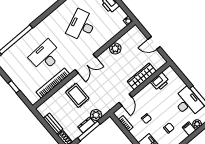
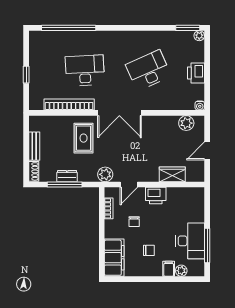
door: (154, 43) -> (207, 151), hinge flipped
plant: (115, 49) -> (186, 123), moved
double door: (86, 64) -> (119, 113), width x1.37
wardrobe: (142, 76) -> (172, 174), width x0.67
printer: (160, 82) -> (156, 196), moved
plant: (96, 115) -> (105, 174), moved

